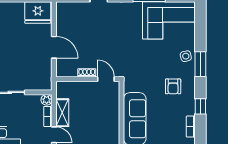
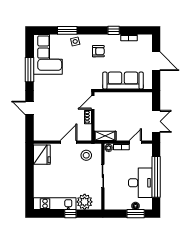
window: (200, 64) -> (67, 30), moved
stool: (37, 71) -> (86, 155), added
shelving: (62, 113) -> (105, 136), moved

